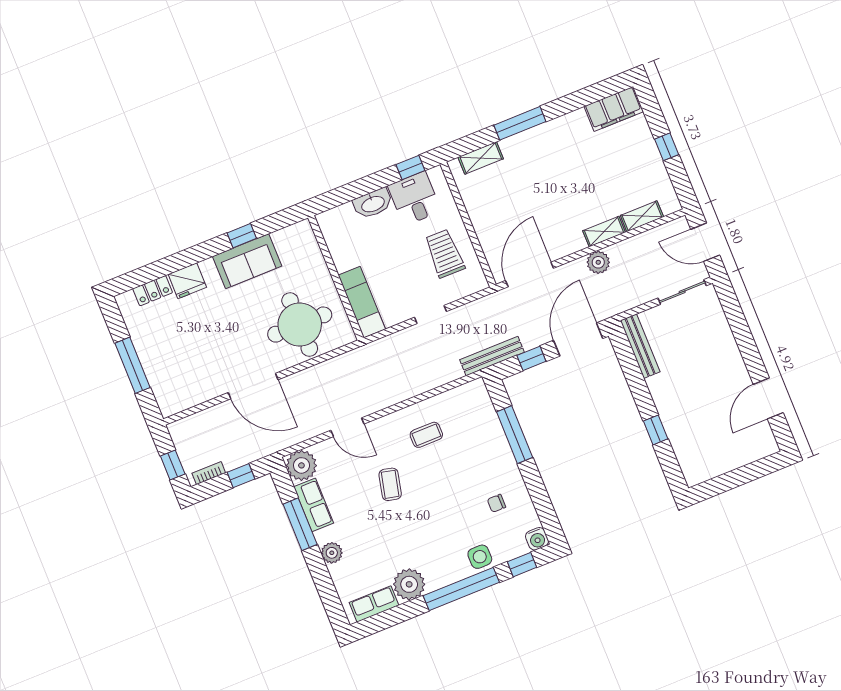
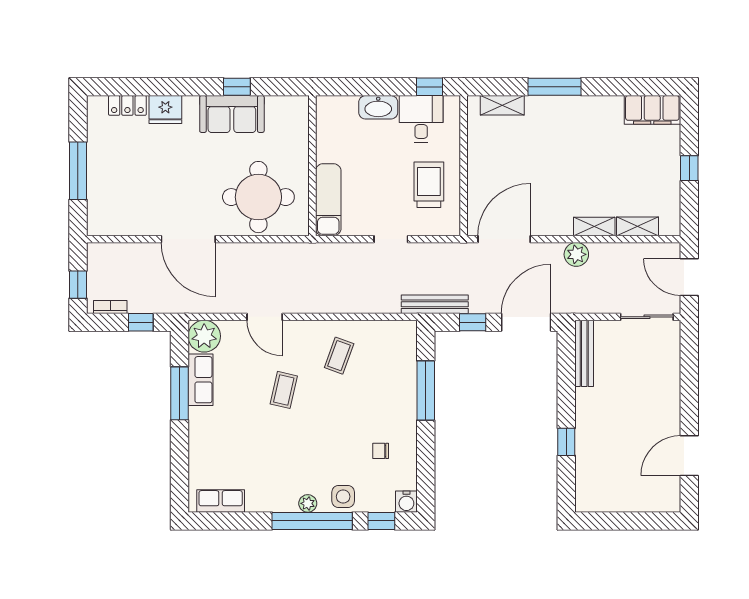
coffee table: (426, 435) -> (339, 356), turned -70
plant: (332, 553) -> (199, 434), removed
plant: (409, 584) -> (308, 503), moved, width x0.53, depth x0.53

